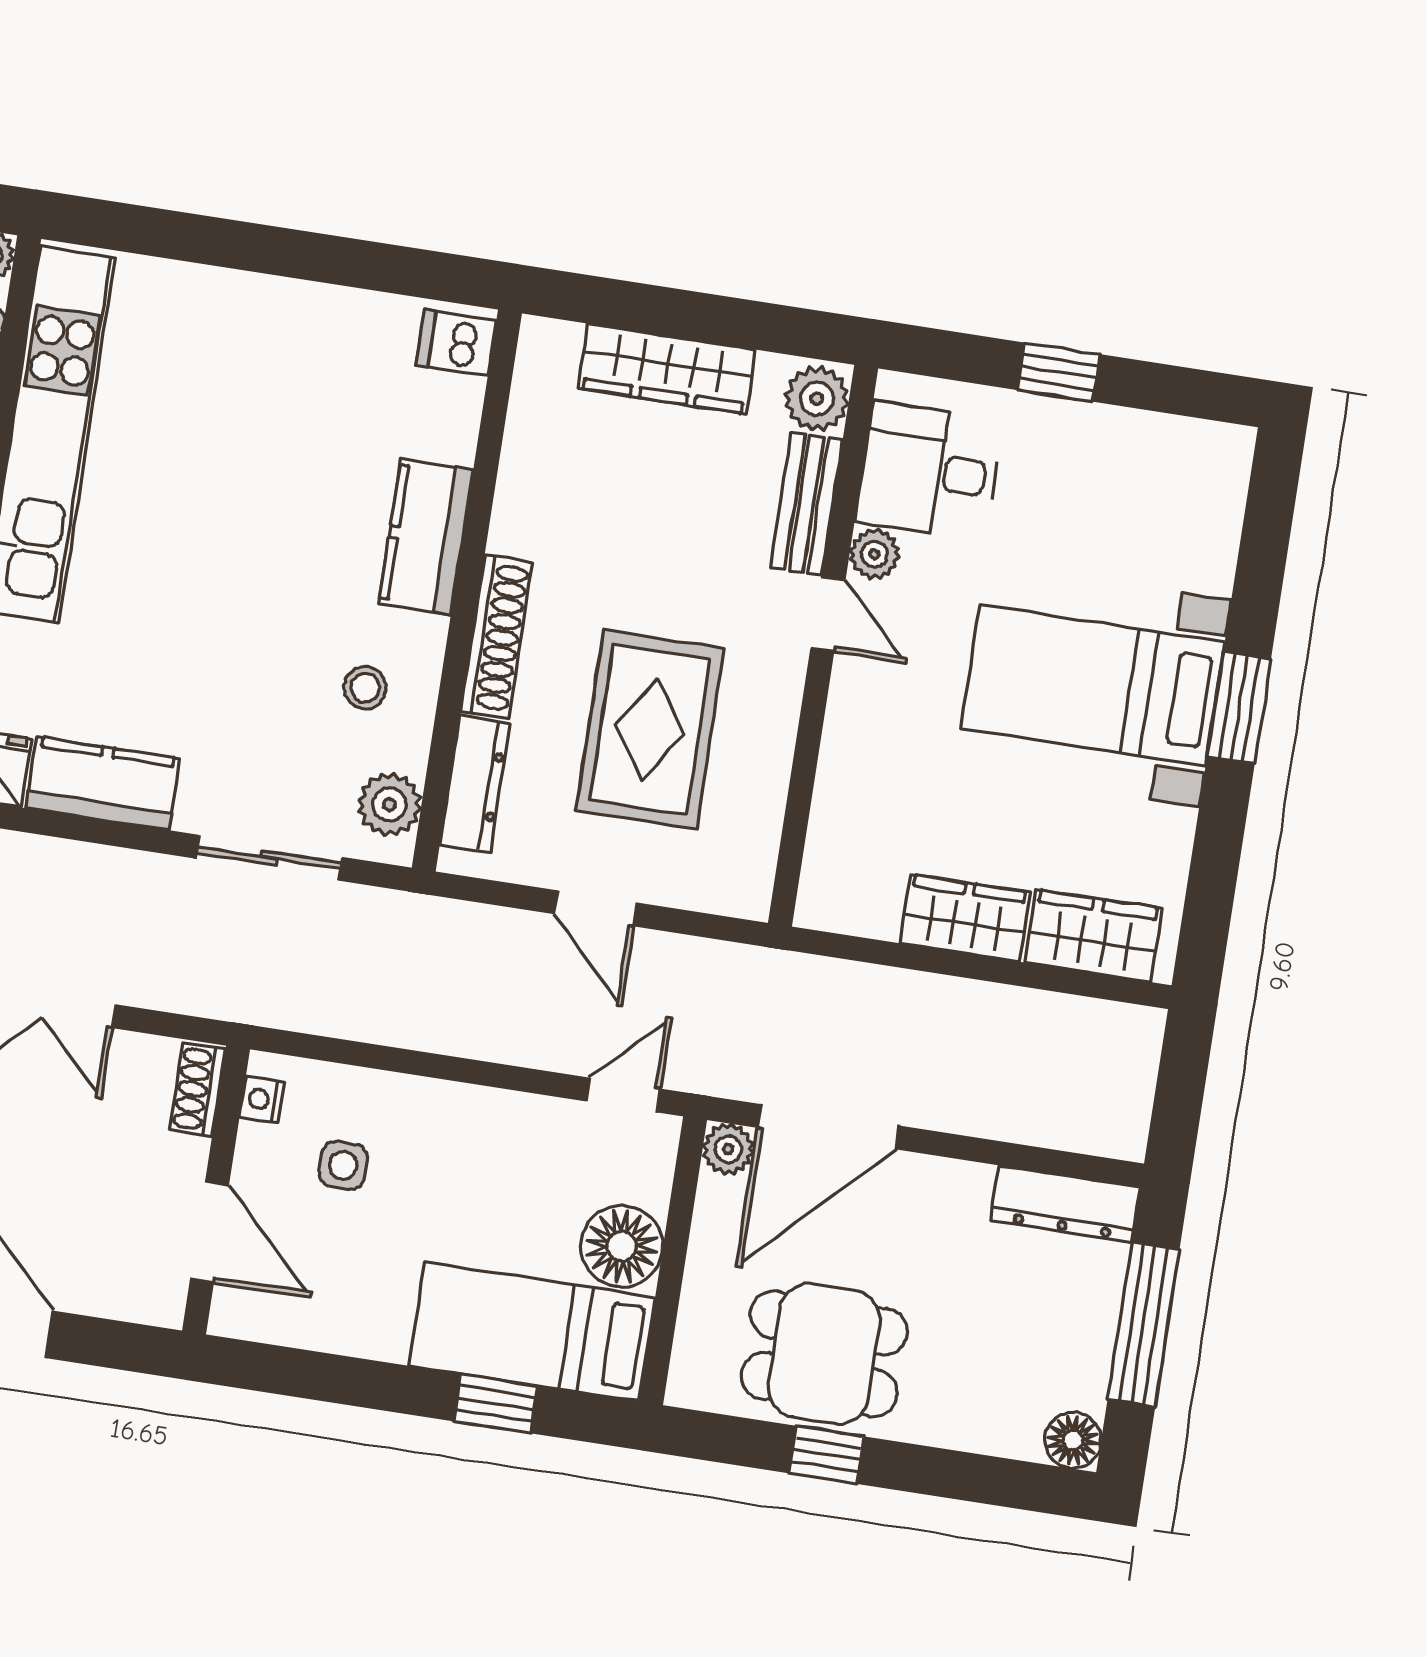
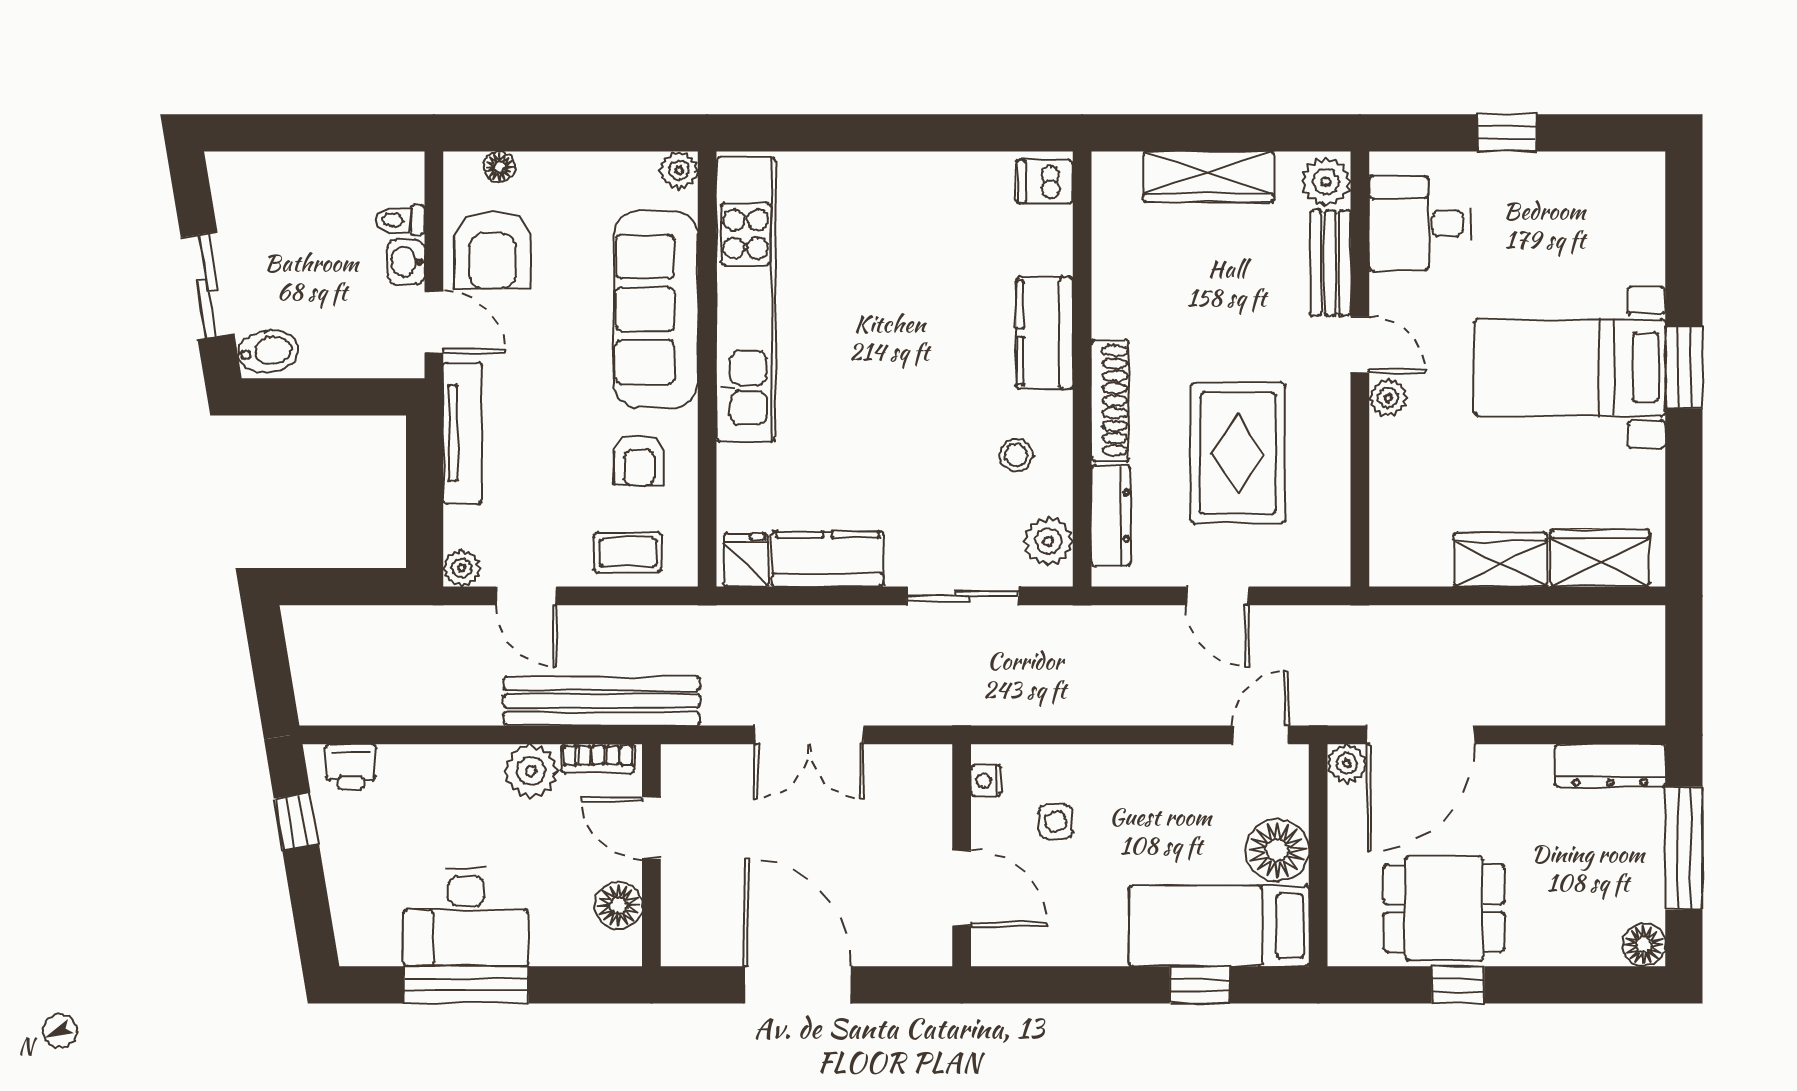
plant: (874, 554) -> (1388, 398), moved
shoe rack: (198, 1090) -> (936, 781), removed

